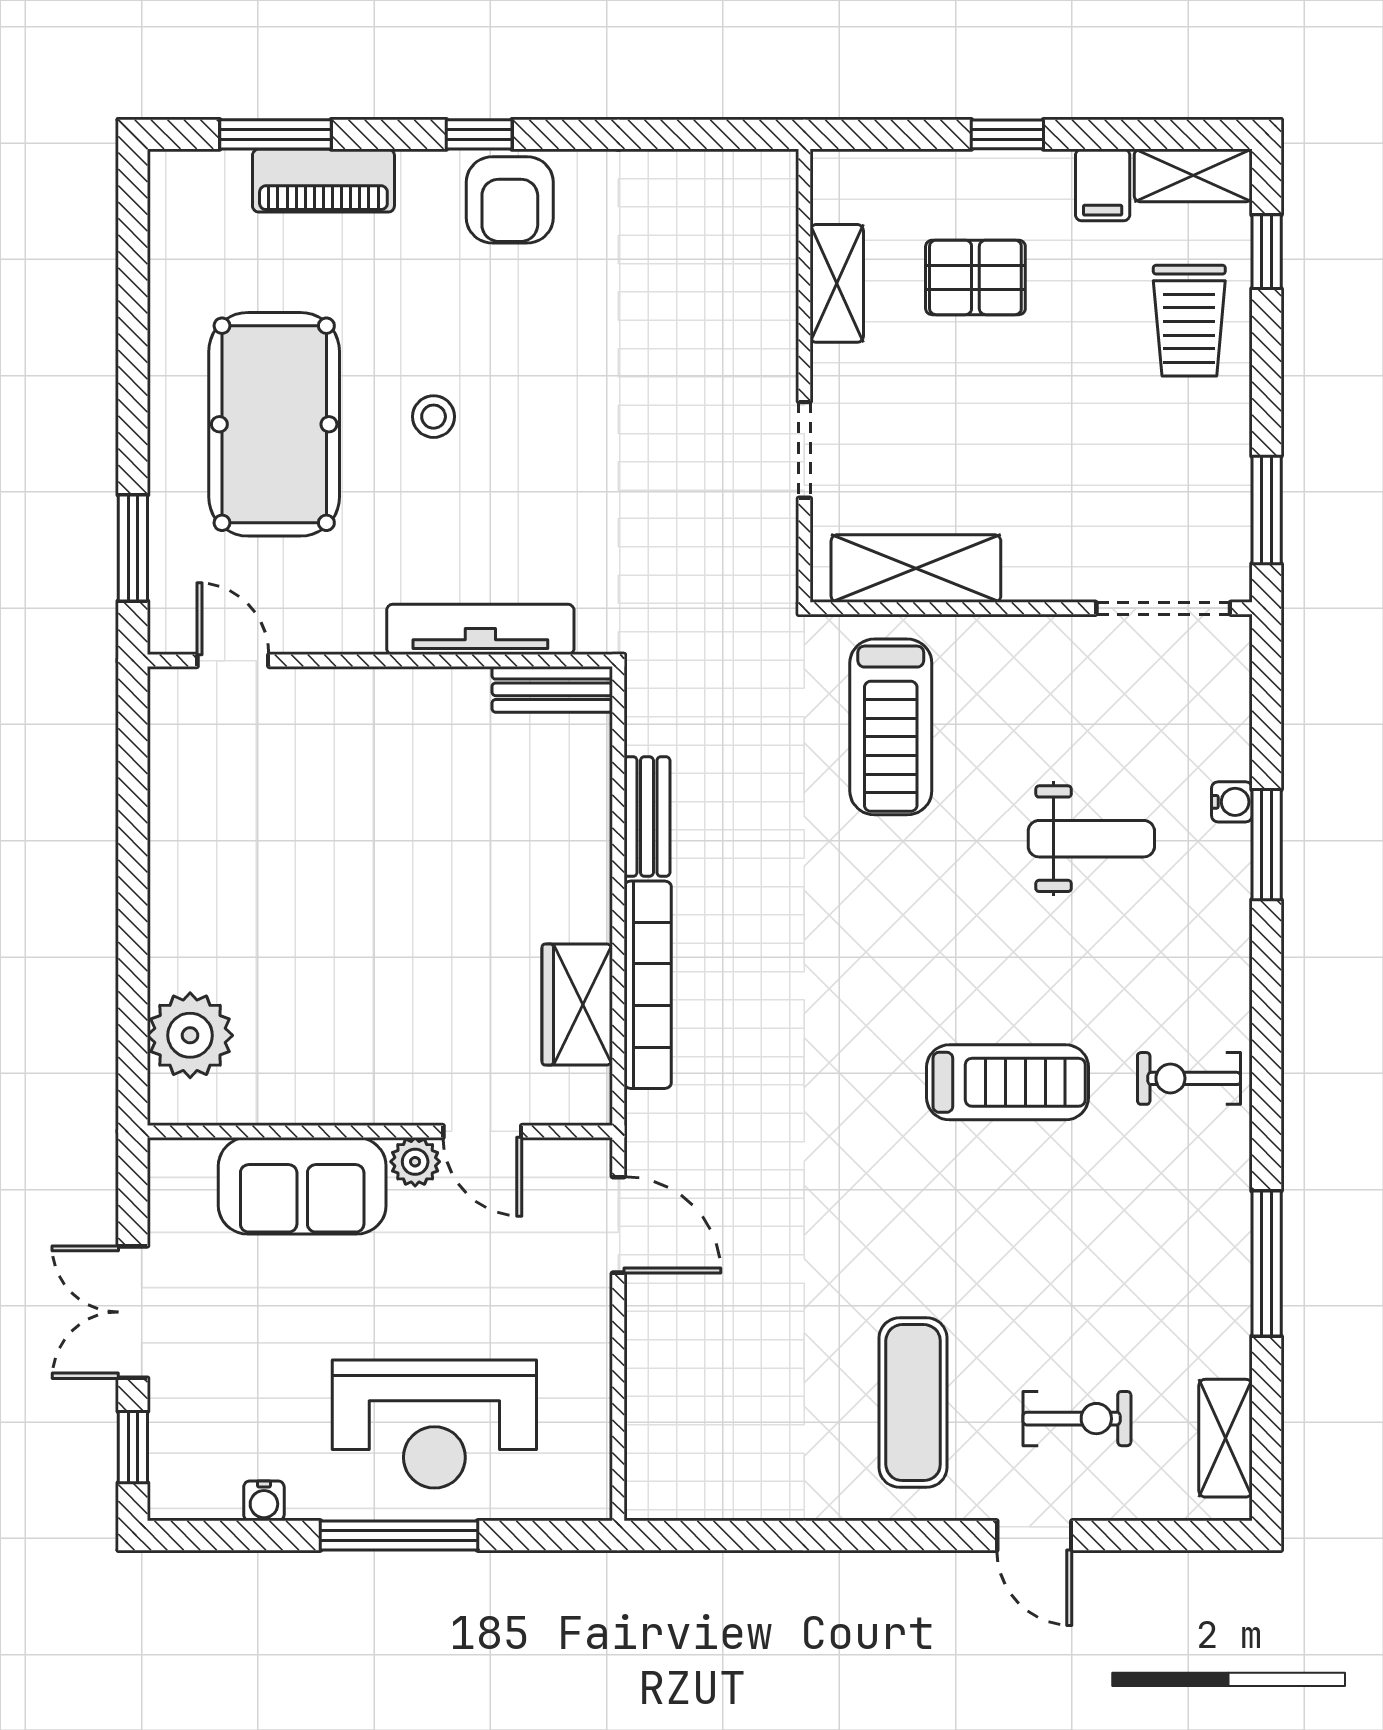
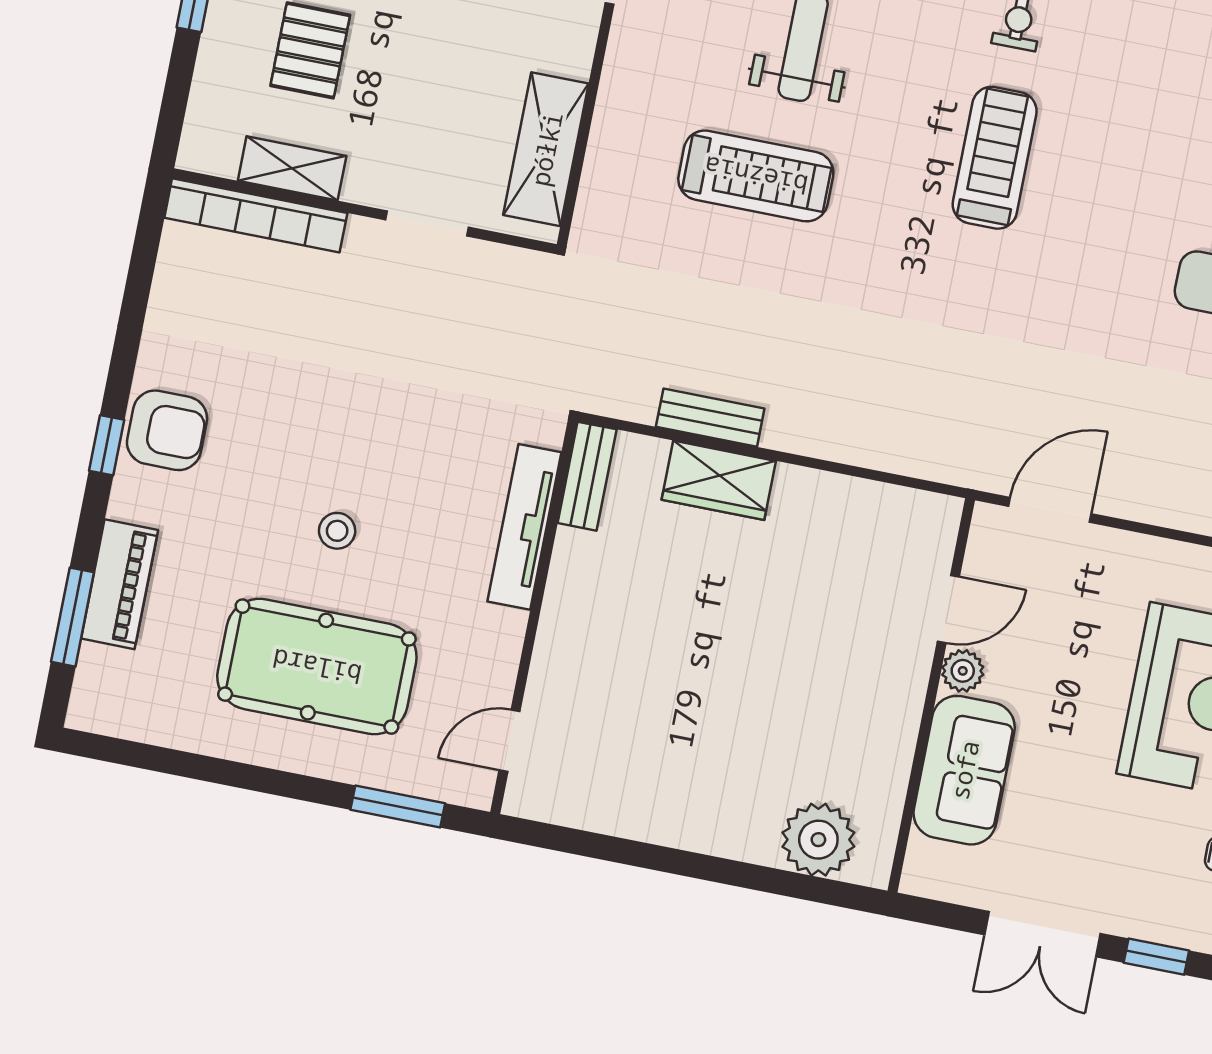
treadmill: (891, 727) -> (756, 176), moved
bookcase: (648, 985) -> (256, 215), moved, turned 180
wardrobe: (577, 1005) -> (719, 480), moved

